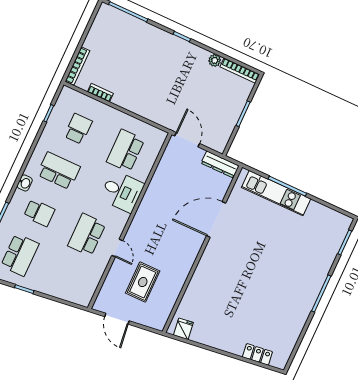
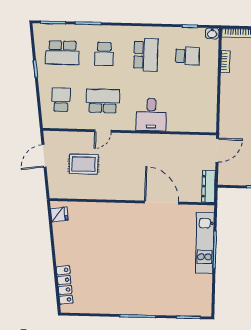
school desk: (126, 151) -> (61, 100), moved, width x0.54
washbasin: (25, 183) -> (212, 33), moved
locker: (257, 354) -> (65, 285), width x1.53

